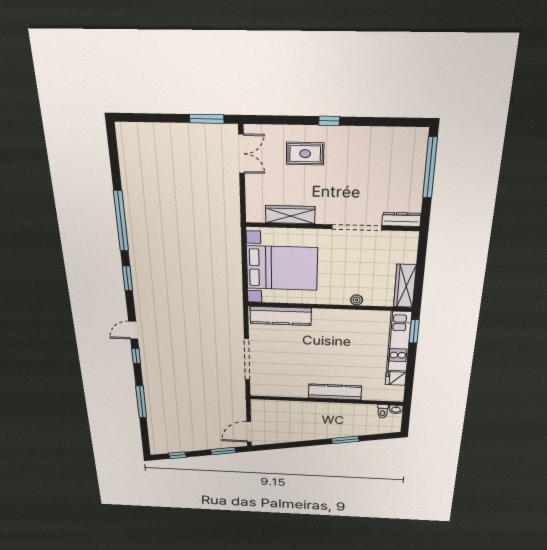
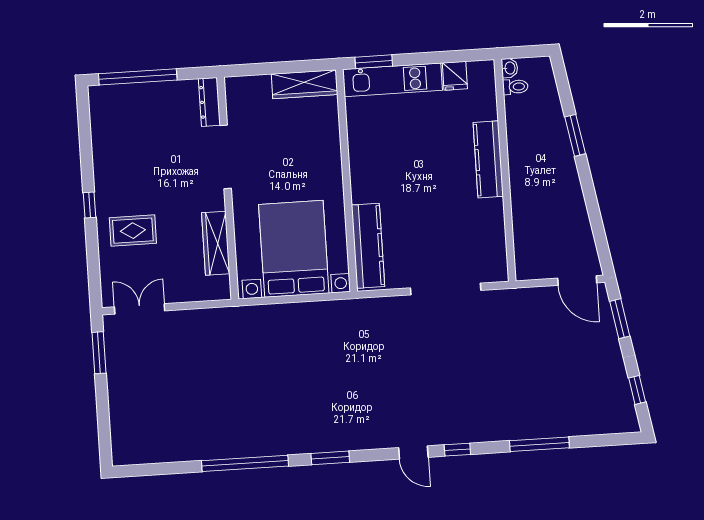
rug: (305, 154) -> (133, 231), turned 90
plant: (357, 300) -> (332, 145), removed

